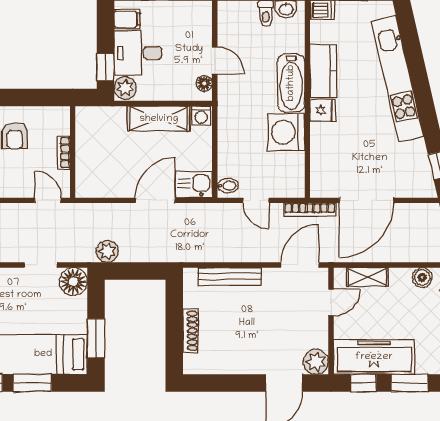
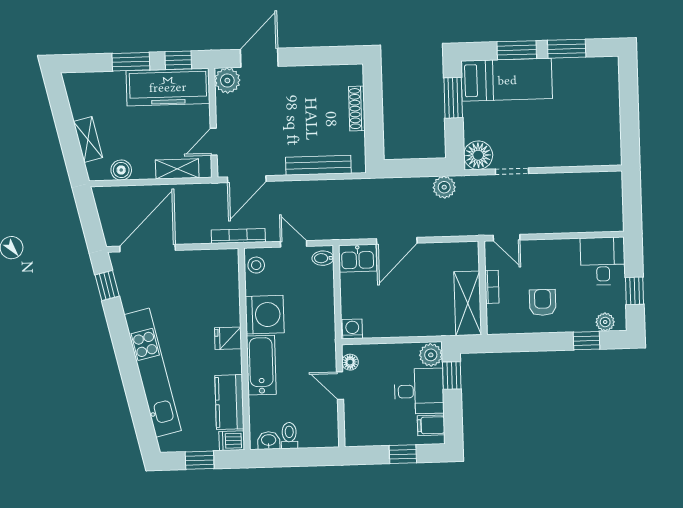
kitchen counter: (323, 71) -> (229, 402), moved
shelving: (159, 119) -> (468, 303), moved, turned 90
stool: (293, 181) -> (256, 265), added
door: (366, 200) -> (148, 248), moved

